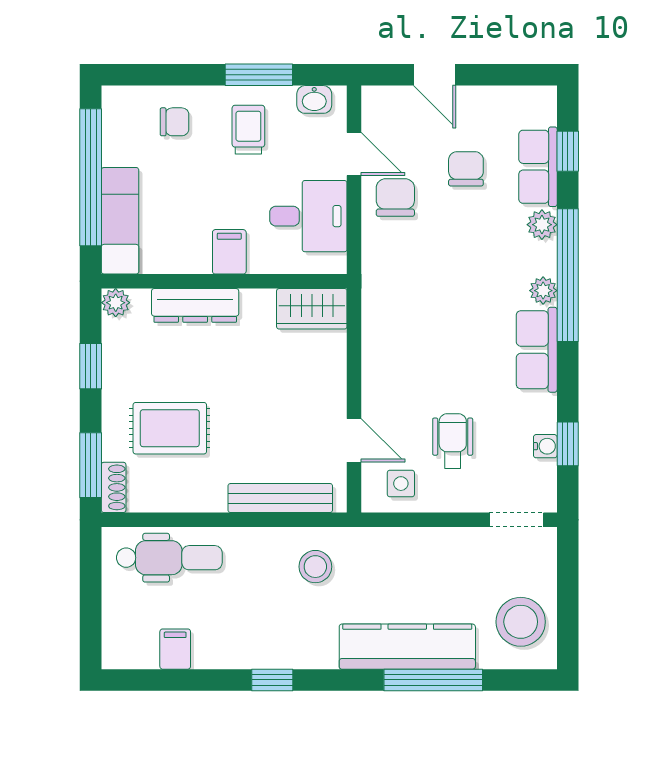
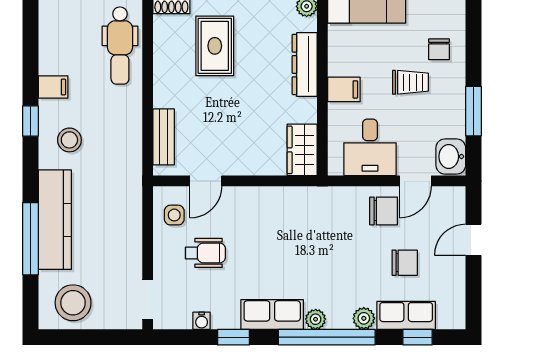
washbasin: (314, 99) -> (451, 156), width x1.38, depth x1.45
trolley: (248, 130) -> (410, 82), moved
window: (568, 444) -> (234, 337), moved
bench: (280, 498) -> (164, 137), width x0.73
stool: (315, 567) -> (69, 140), moved
filing cabinet: (175, 649) -> (53, 87), moved

